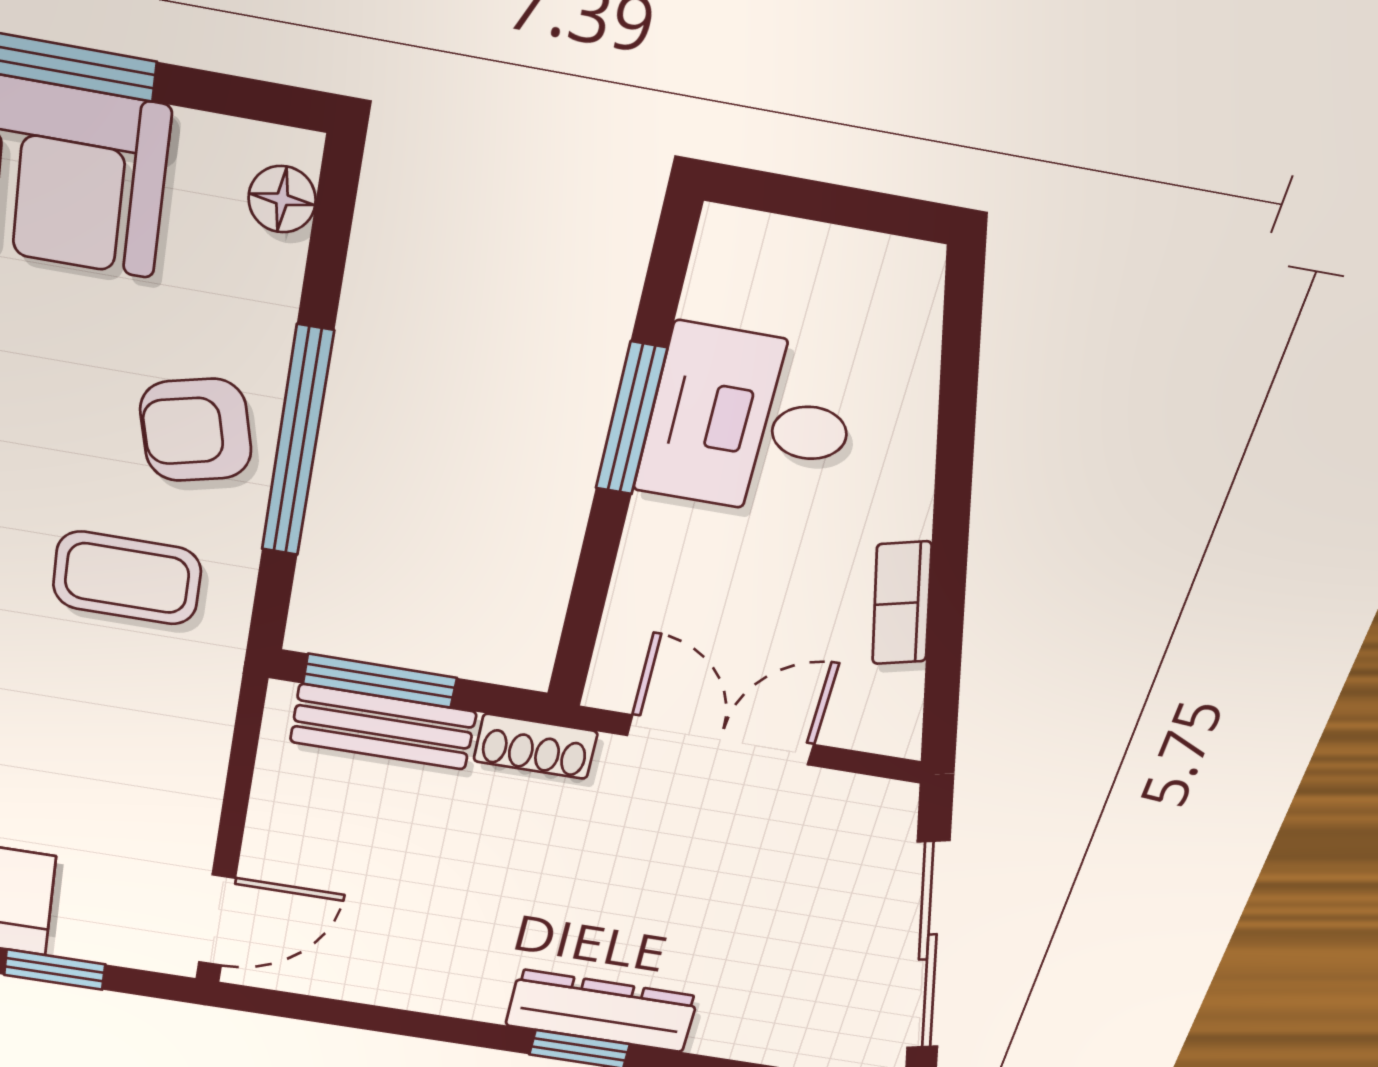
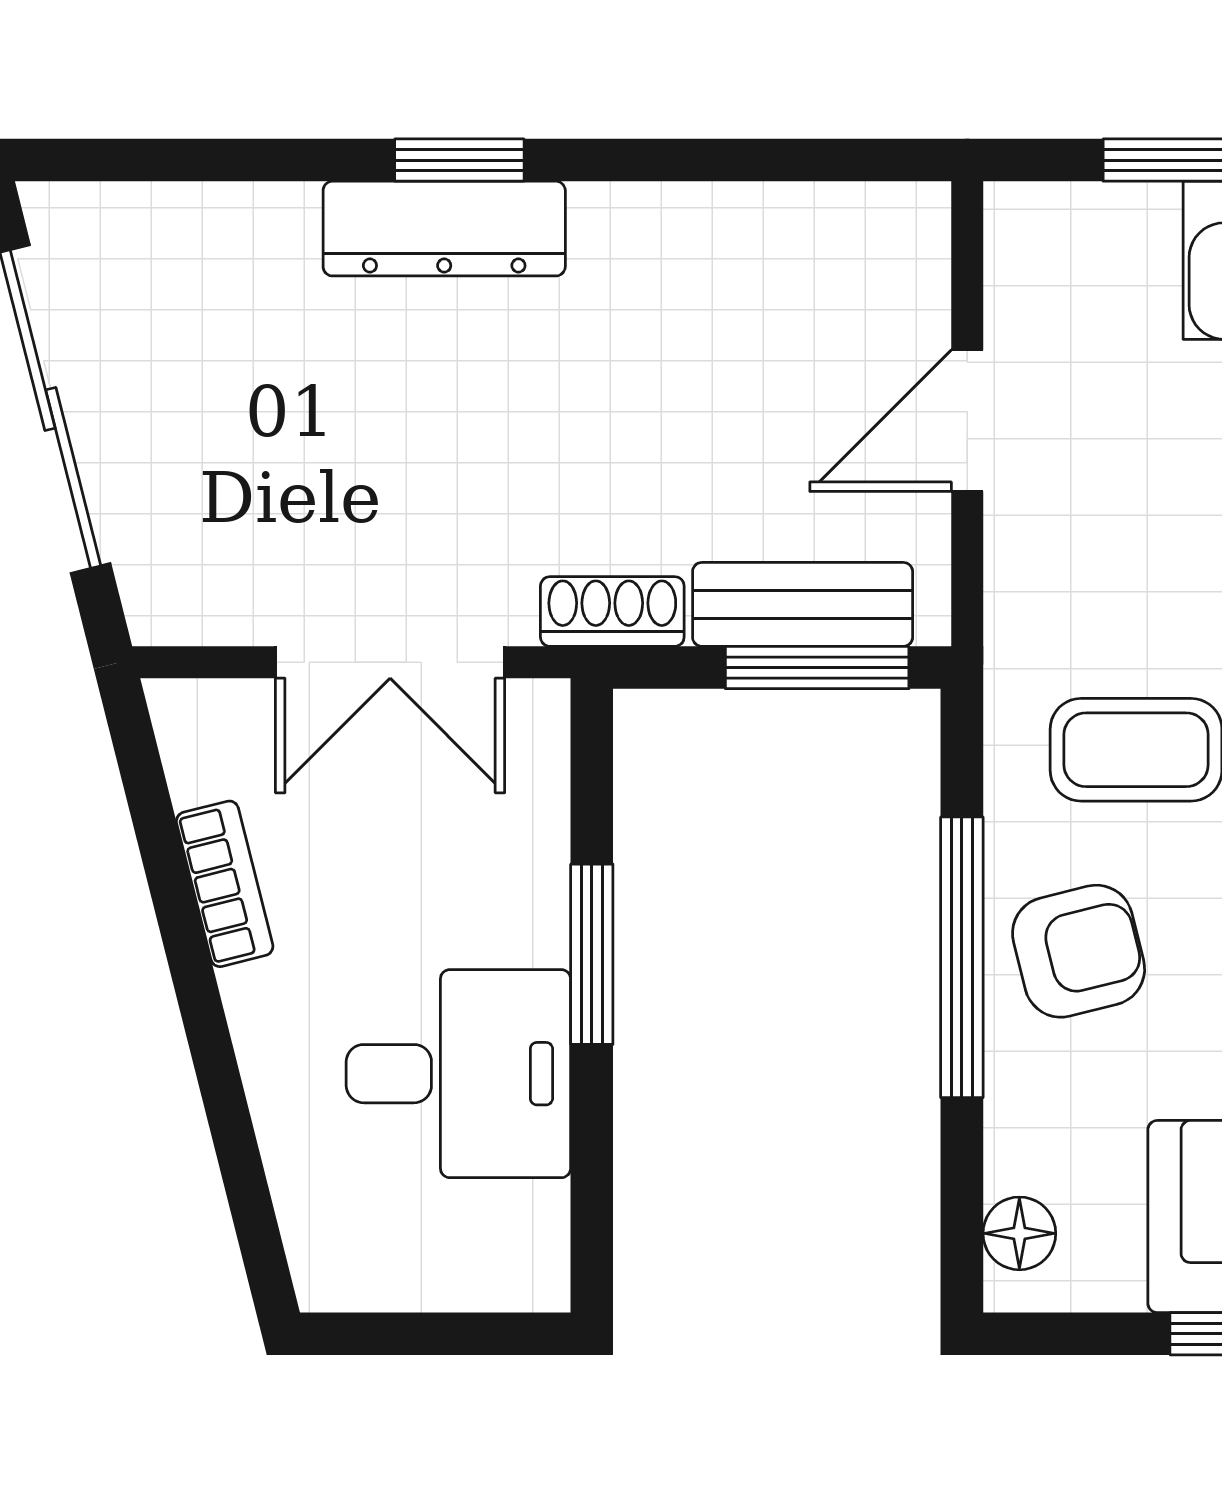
window: (631, 419) -> (592, 954), moved
door: (217, 921) -> (967, 421), moved

